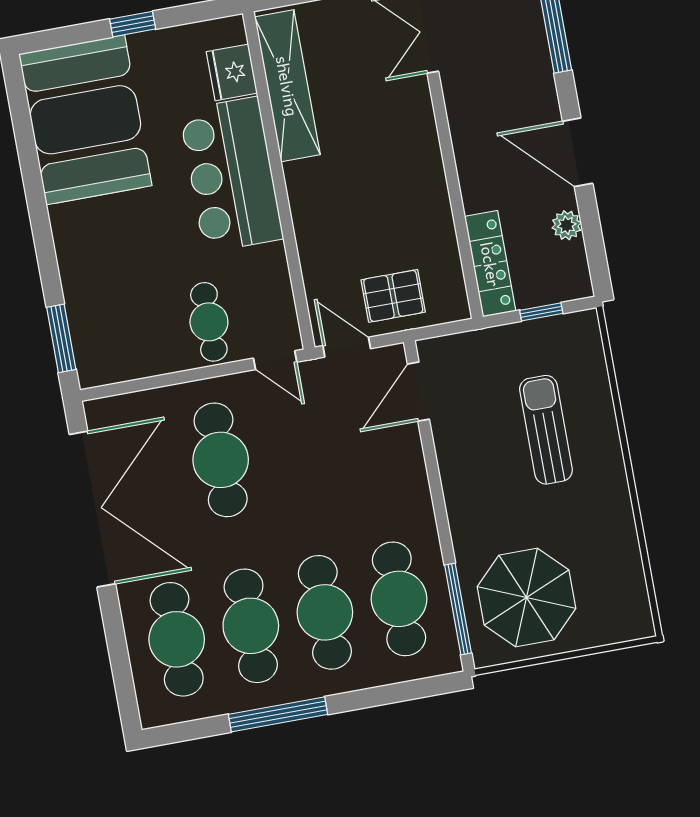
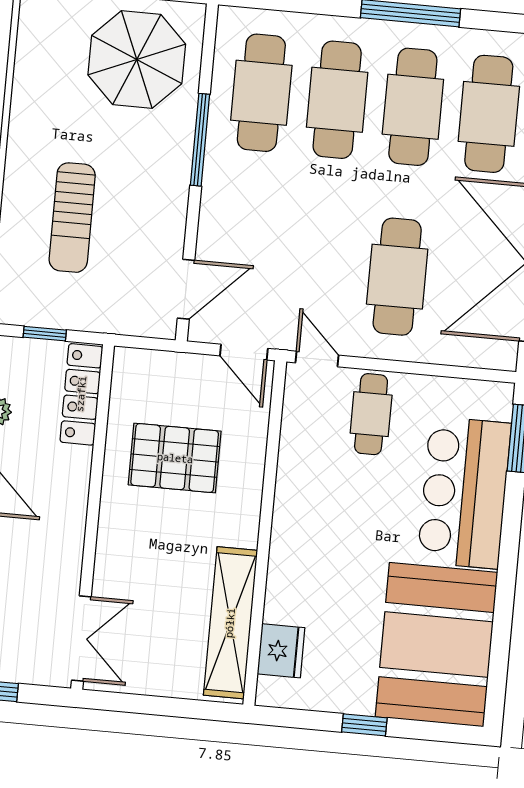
bar counter: (231, 175) -> (464, 493), moved, turned 180
pallet: (393, 296) -> (175, 458), moved, width x1.50, depth x1.42
window: (458, 609) -> (200, 140), moved

